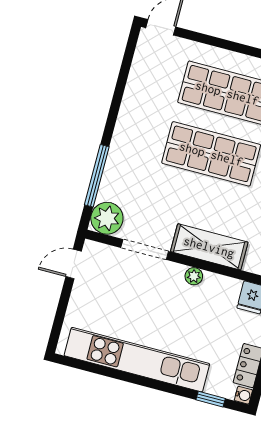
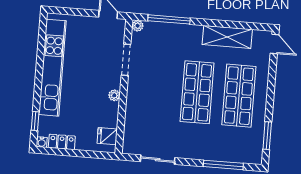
plant: (107, 218) -> (138, 26), width x0.53, depth x0.53
shelving: (209, 247) -> (227, 37), moved, turned 90

